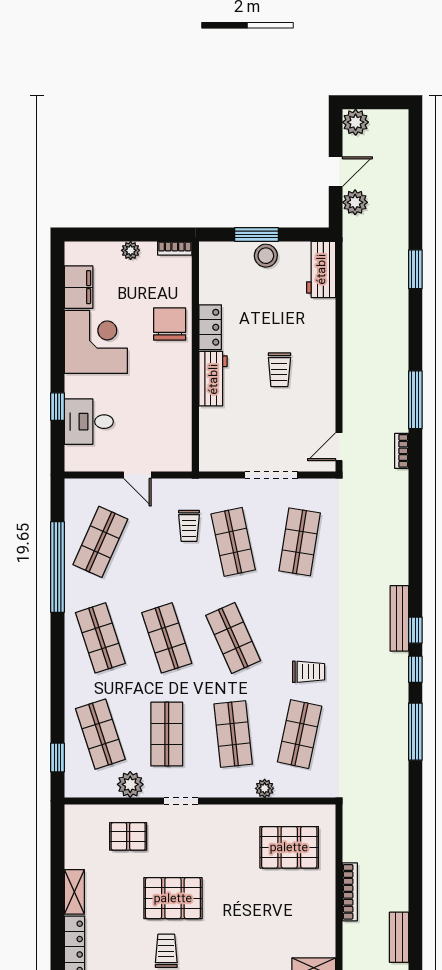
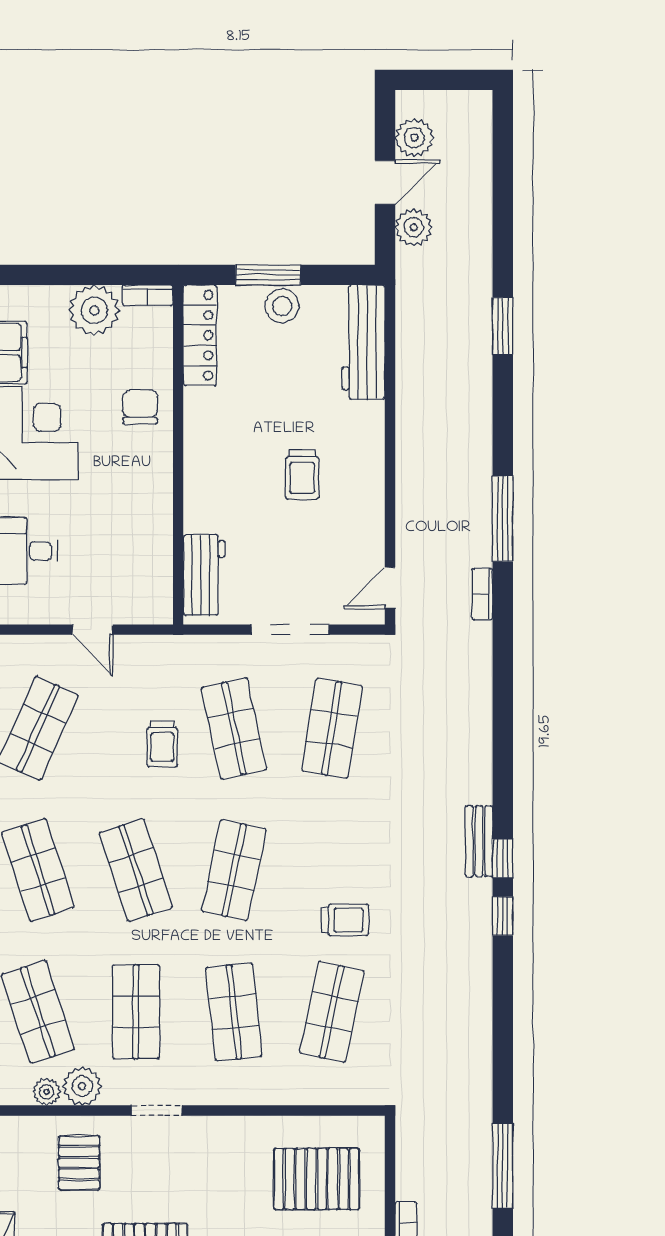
plant: (356, 122) -> (414, 138), moved
plant: (131, 250) -> (94, 310), width x1.88, depth x1.88
workbench: (321, 269) -> (364, 342), width x1.37
chair: (170, 324) -> (140, 407), width x0.73, depth x0.73
locker: (210, 327) -> (200, 335), moved, width x1.53
workbench: (213, 379) -> (204, 575), moved
trolley: (189, 526) -> (162, 744), moved
bench: (399, 618) -> (479, 841), width x0.73
shop shelf: (233, 638) -> (234, 870), turned 36
window: (415, 732) -> (503, 1166), moved
plant: (265, 788) -> (46, 1092), moved
pallet: (128, 836) -> (79, 1163), turned 90

